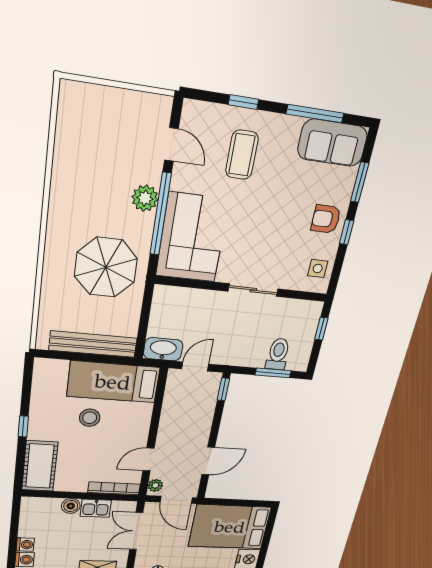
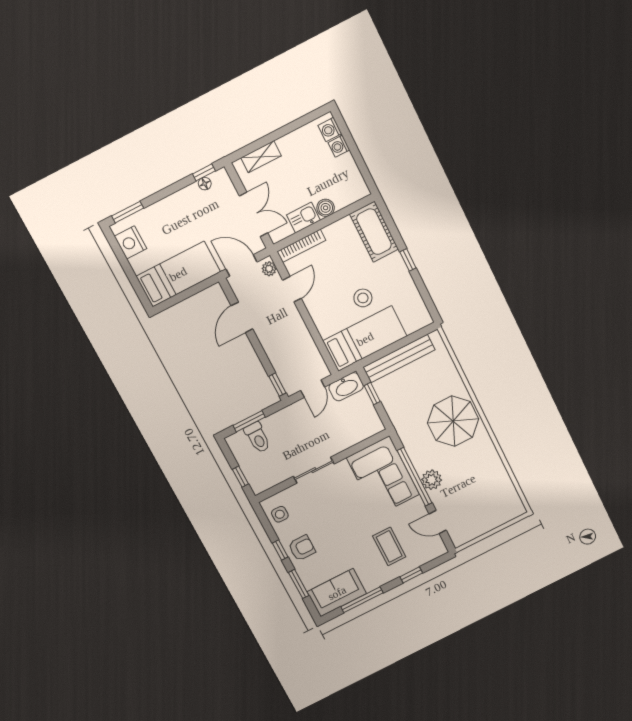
parasol: (106, 267) -> (453, 421), moved
window: (143, 327) -> (372, 394), added
bed: (230, 527) -> (178, 274), width x0.67

